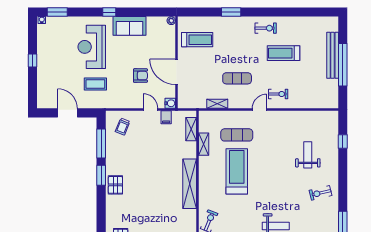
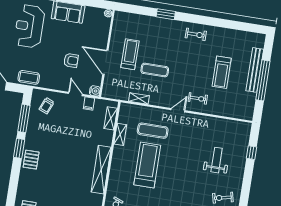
treadmill: (197, 40) -> (130, 54), moved, turned -90
treadmill: (283, 53) -> (222, 72), moved, turned -90
exercise mat: (237, 78) -> (155, 70), moved
coffee table: (95, 84) -> (29, 77), moved

